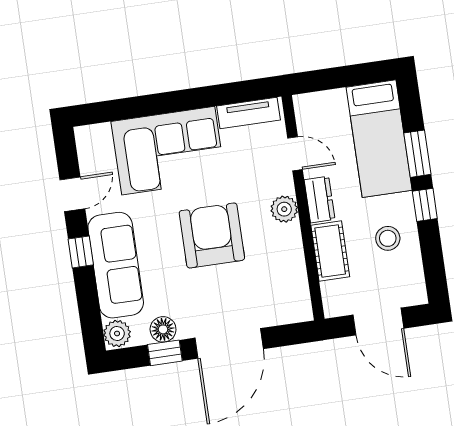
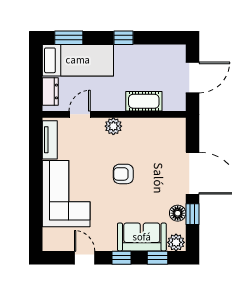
window: (417, 154) -> (69, 38), moved
dresser: (320, 200) -> (50, 91), moved, turned 90
armchair: (212, 235) -> (123, 174), width x0.53, depth x0.53
stool: (388, 238) -> (141, 64), removed
sofa: (116, 265) -> (142, 237), width x0.73
window: (89, 308) -> (157, 258), added

